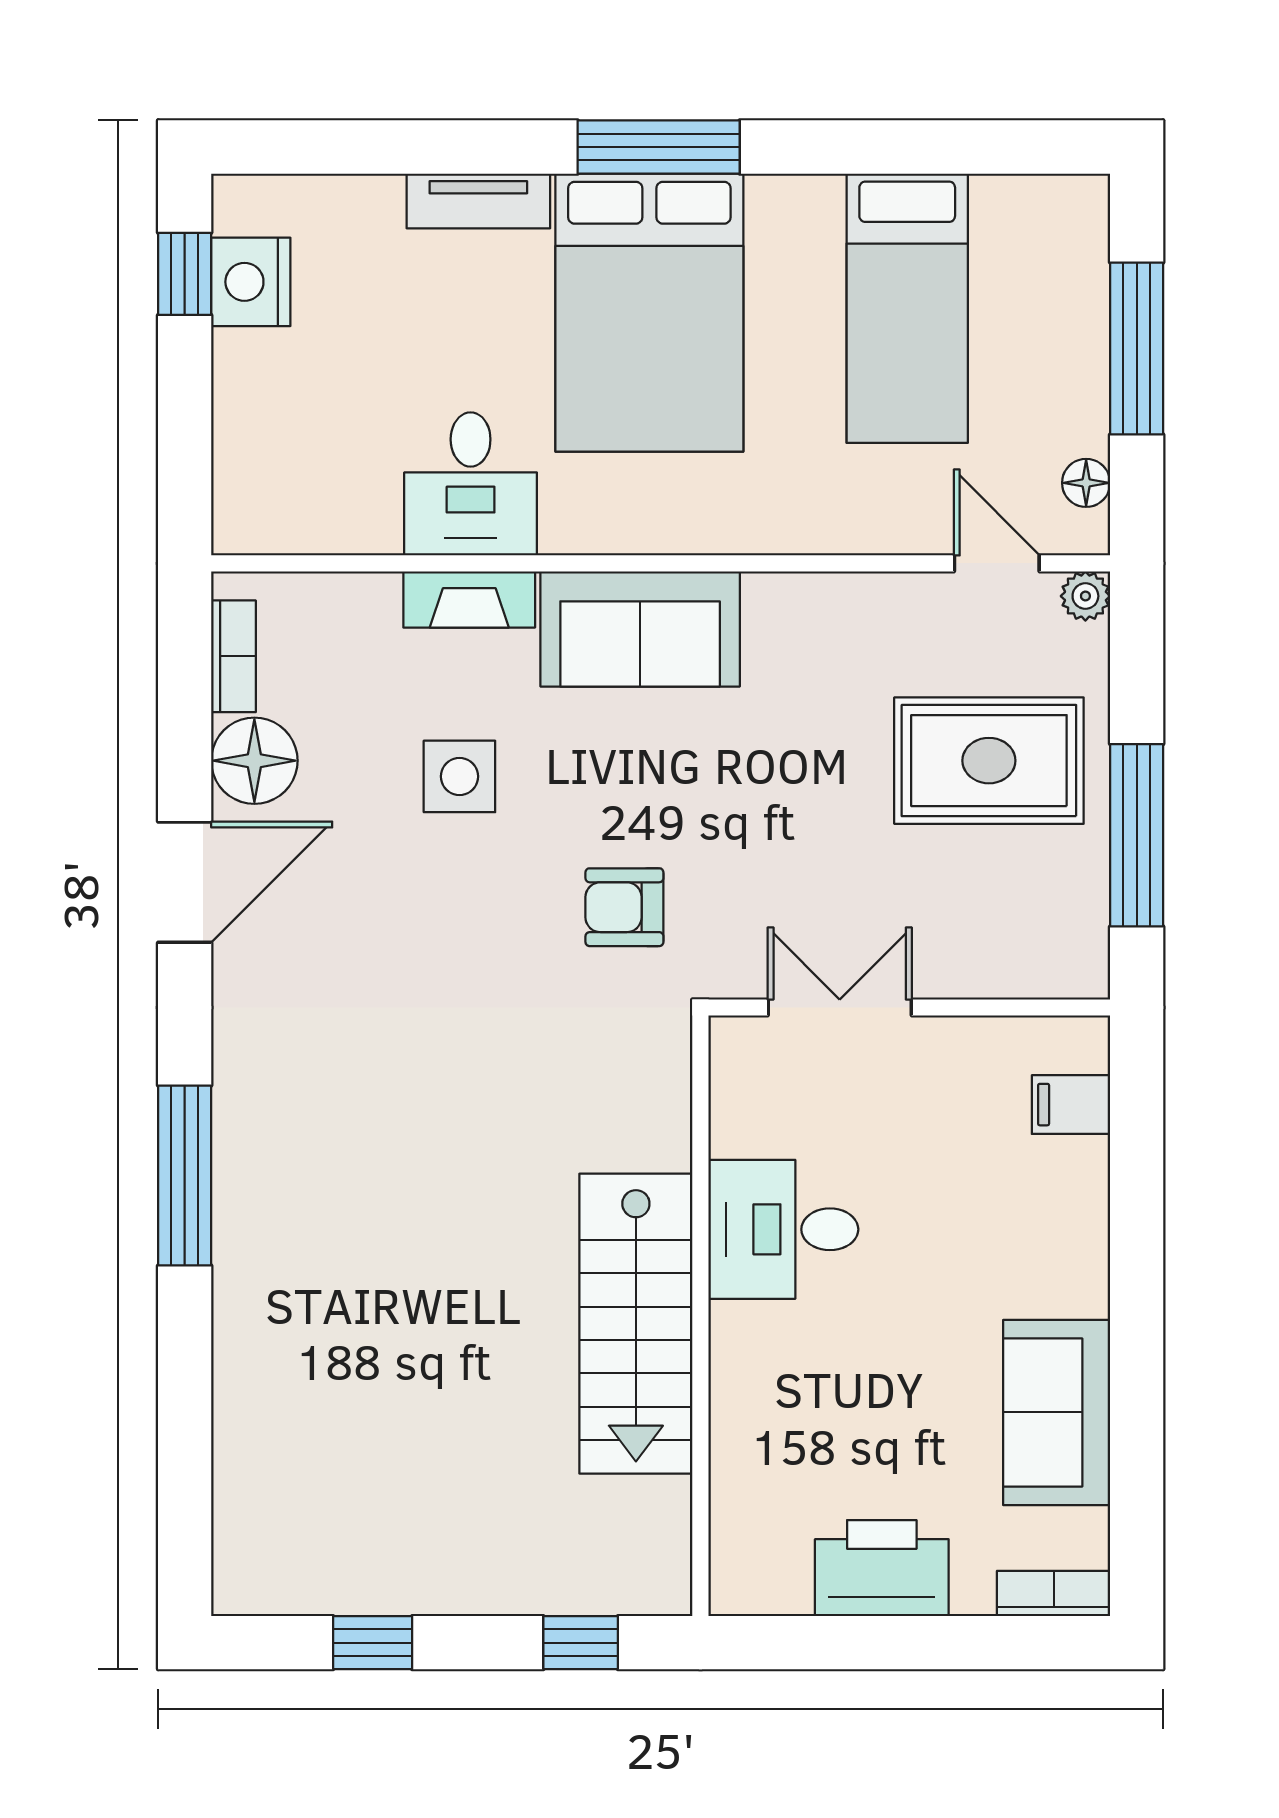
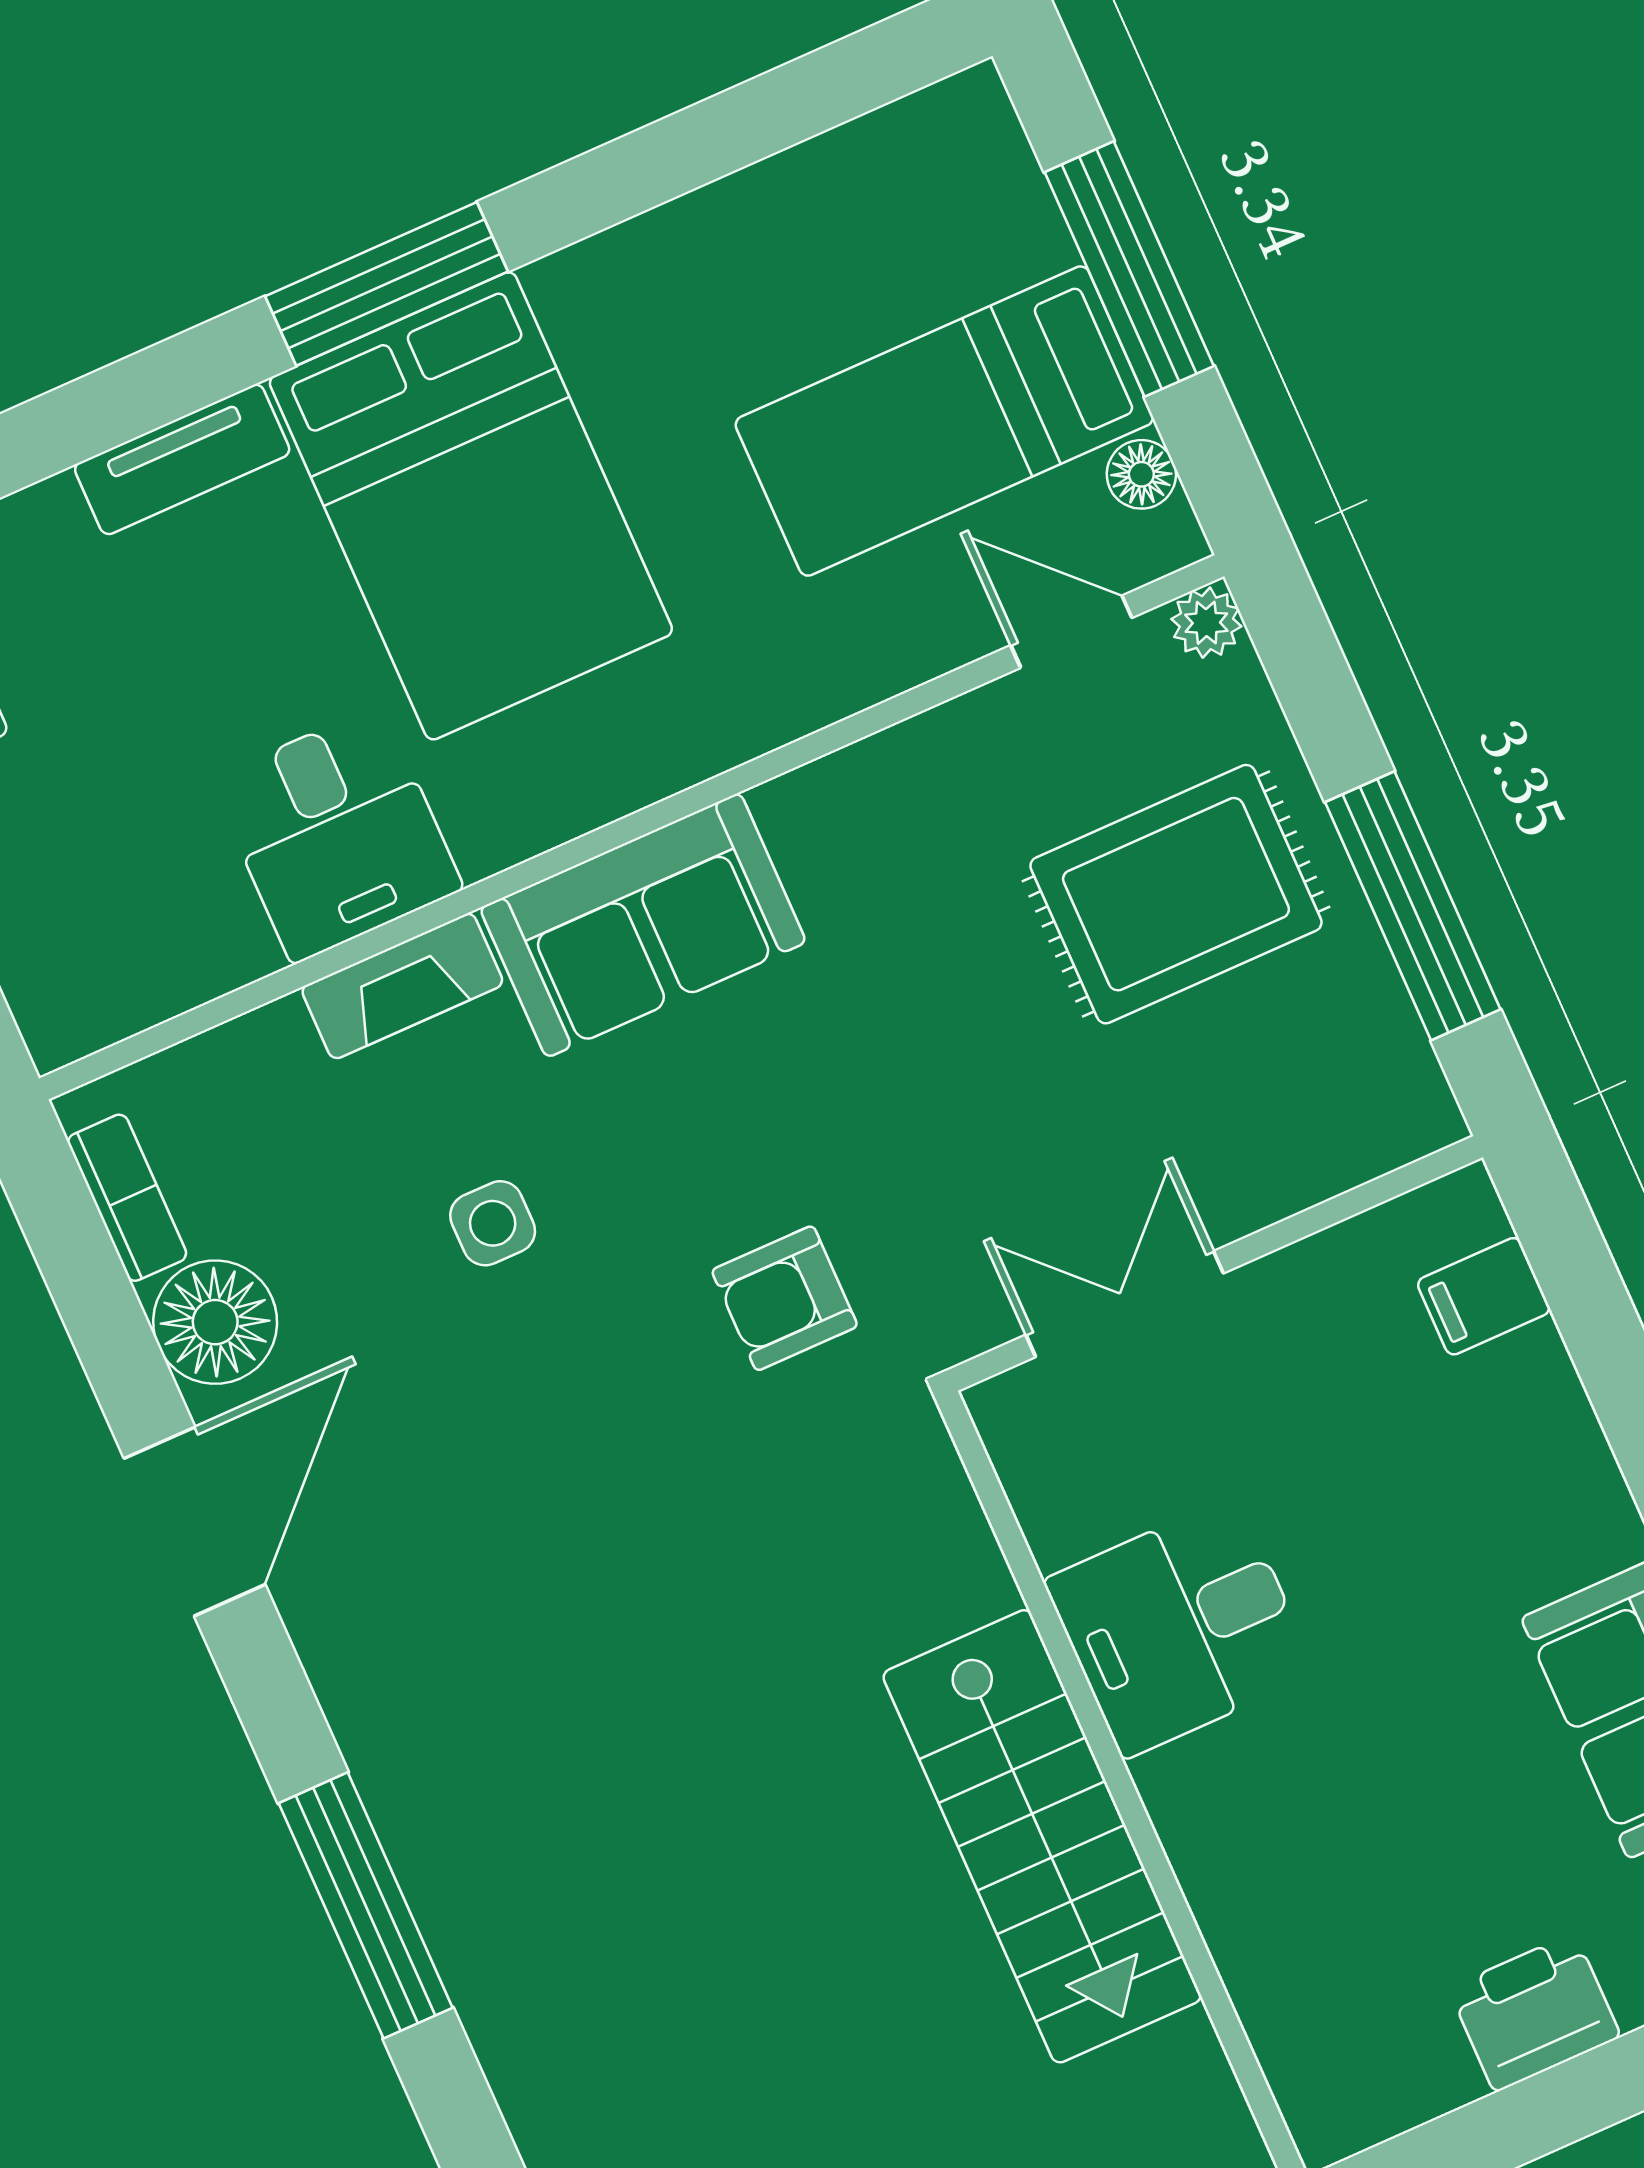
bed: (907, 308) -> (944, 421), moved, turned 90
side table: (459, 776) -> (493, 1223), width x0.73, depth x0.73
printer: (882, 1568) -> (1534, 2012), width x0.73, depth x0.84

